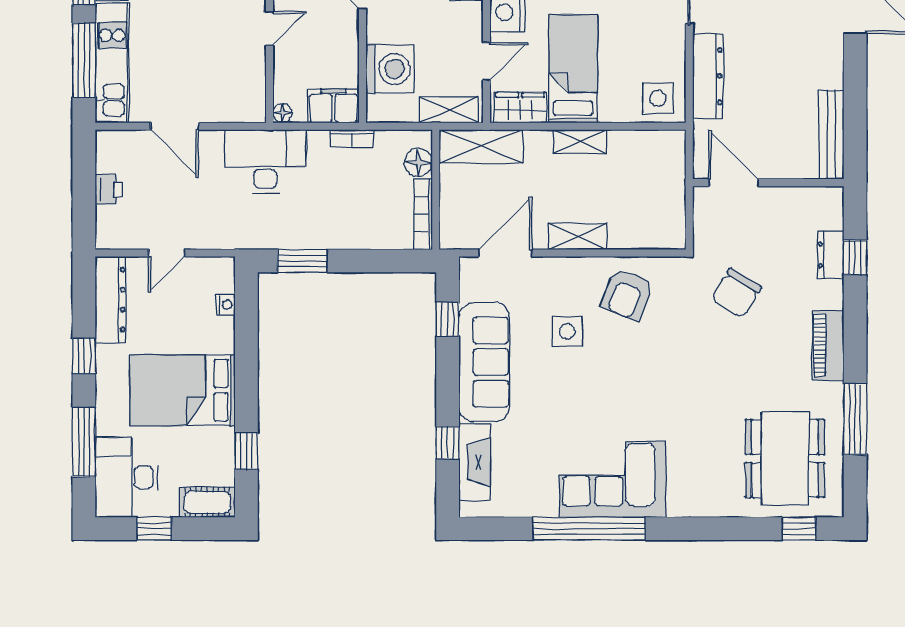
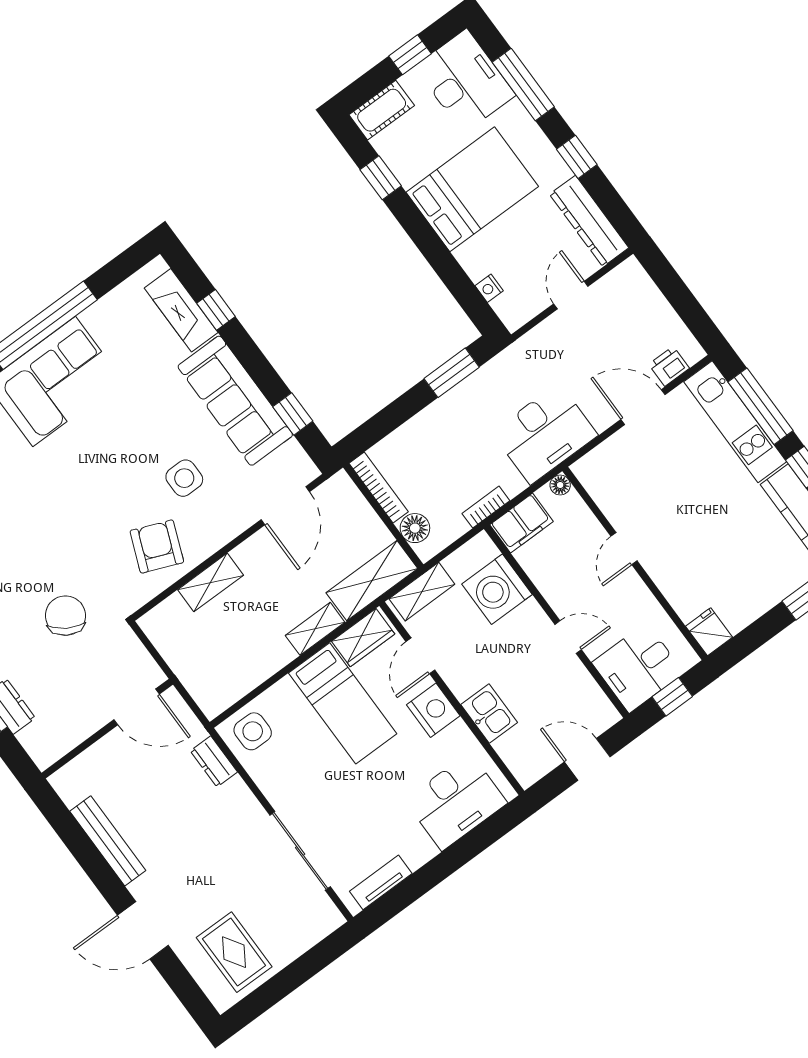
dresser: (708, 76) -> (214, 761), width x0.51, depth x0.80
bench: (831, 135) -> (108, 841), moved
shelving: (580, 142) -> (315, 629), moved
printer: (109, 189) -> (669, 366), moved, turned 90
shelving: (578, 236) -> (211, 582), moved

